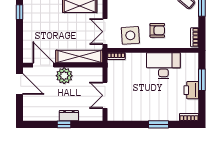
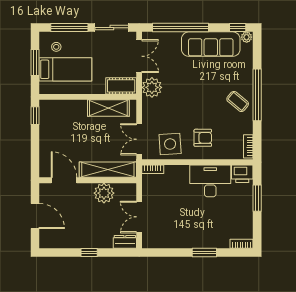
plant: (64, 76) -> (104, 193), moved
door: (20, 84) -> (35, 216), moved
printer: (191, 90) -> (242, 174), moved, turned -90
dresser: (69, 116) -> (125, 242), moved

